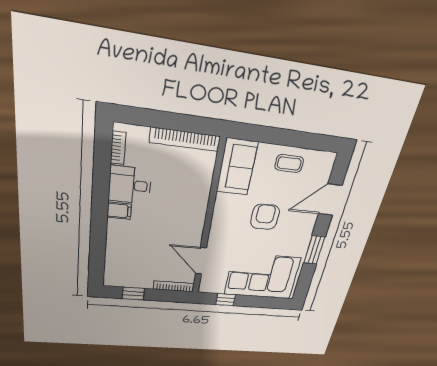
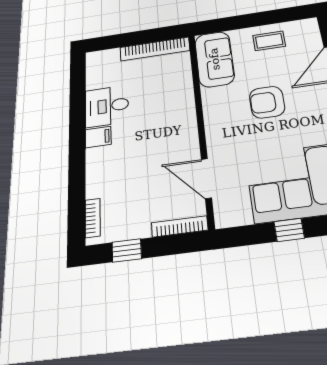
bookcase: (118, 148) -> (93, 218), moved
armchair: (265, 217) -> (267, 102), turned -90
window: (225, 300) -> (289, 230), moved

